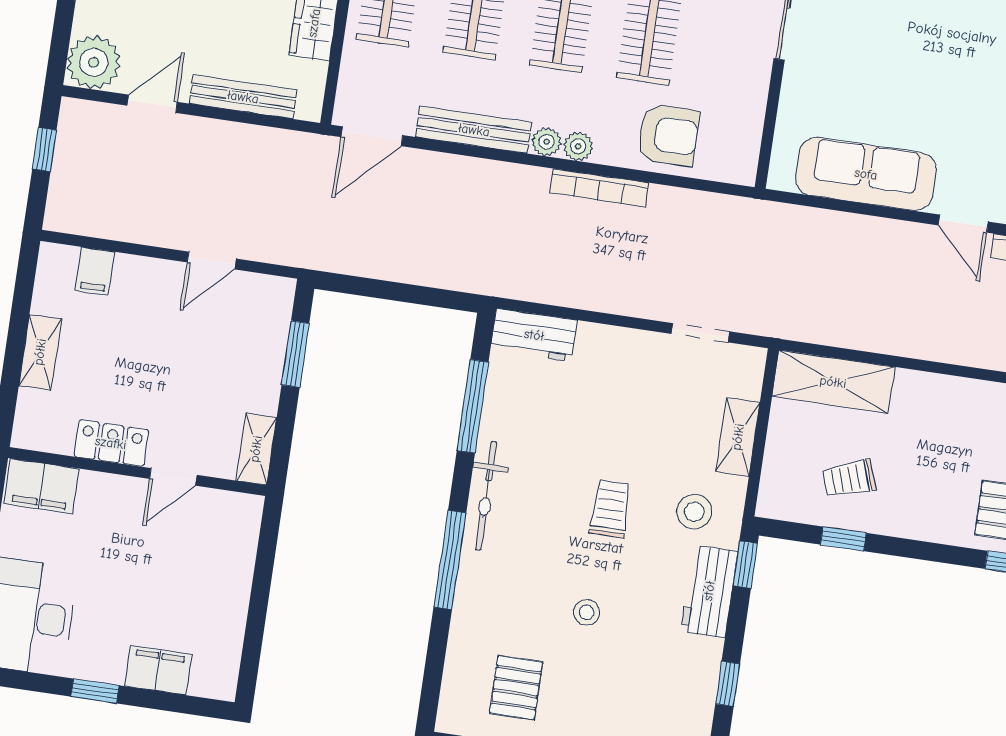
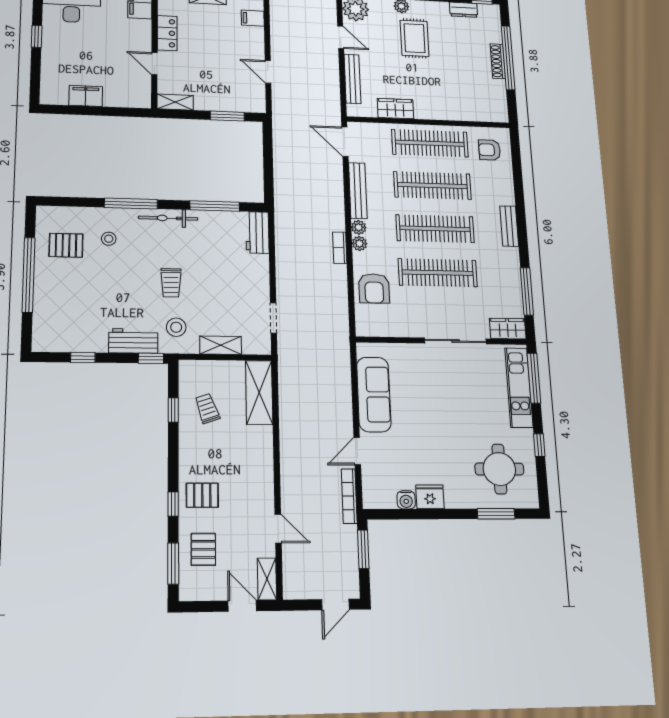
bookcase: (599, 188) -> (340, 248), width x0.64
trolley: (610, 509) -> (171, 283), turned 90
stool: (587, 612) -> (109, 239), moved
filing cabinet: (158, 670) -> (86, 96), moved, turned -90

